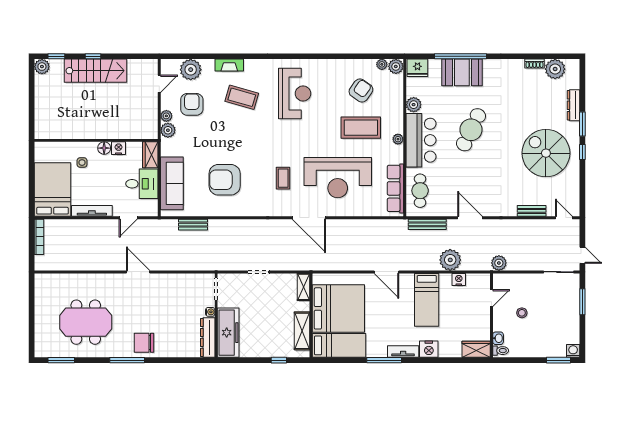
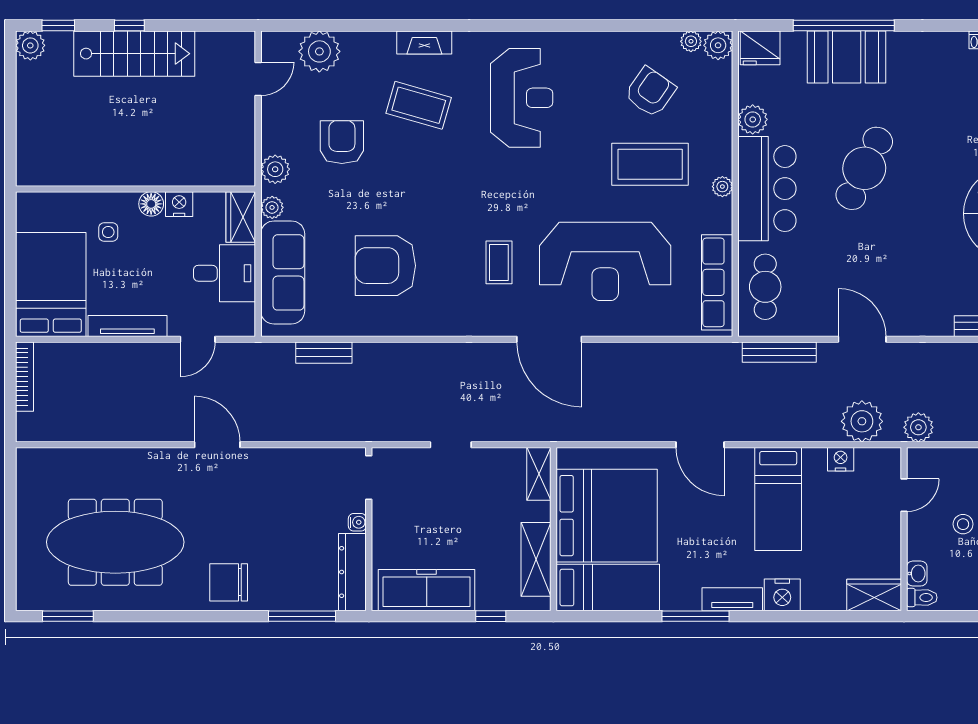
fireplace: (229, 65) -> (424, 42), moved
armchair: (192, 104) -> (342, 142), moved
plant: (166, 116) -> (272, 207), moved
plant: (450, 260) -> (862, 421), moved
meeting table: (86, 322) -> (115, 542), width x1.36
freezer: (228, 333) -> (427, 590), moved, turned -90
window: (127, 360) -> (302, 616), moved

